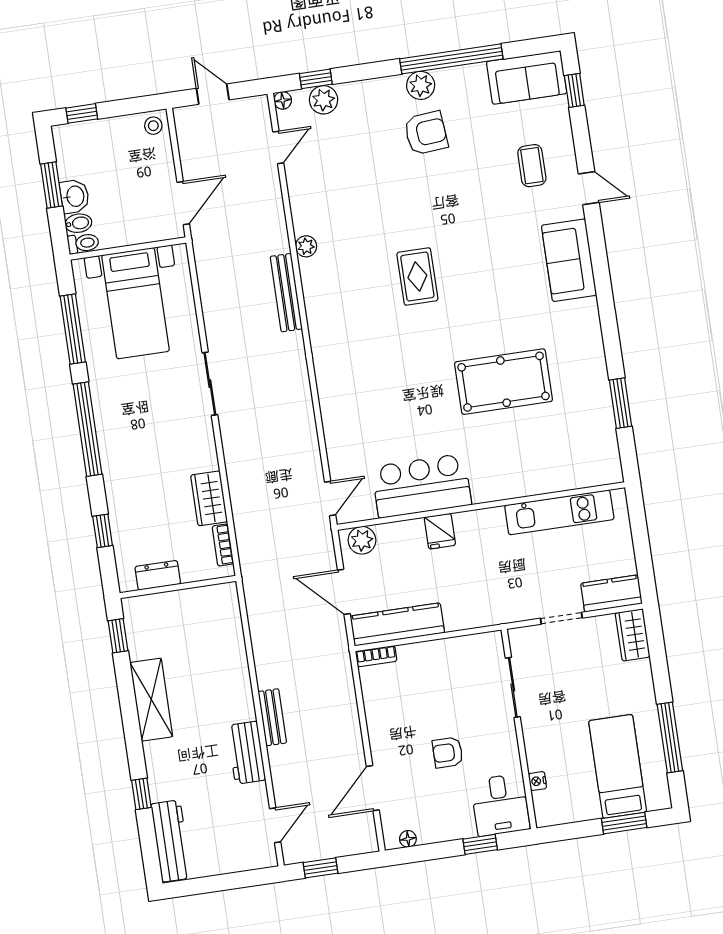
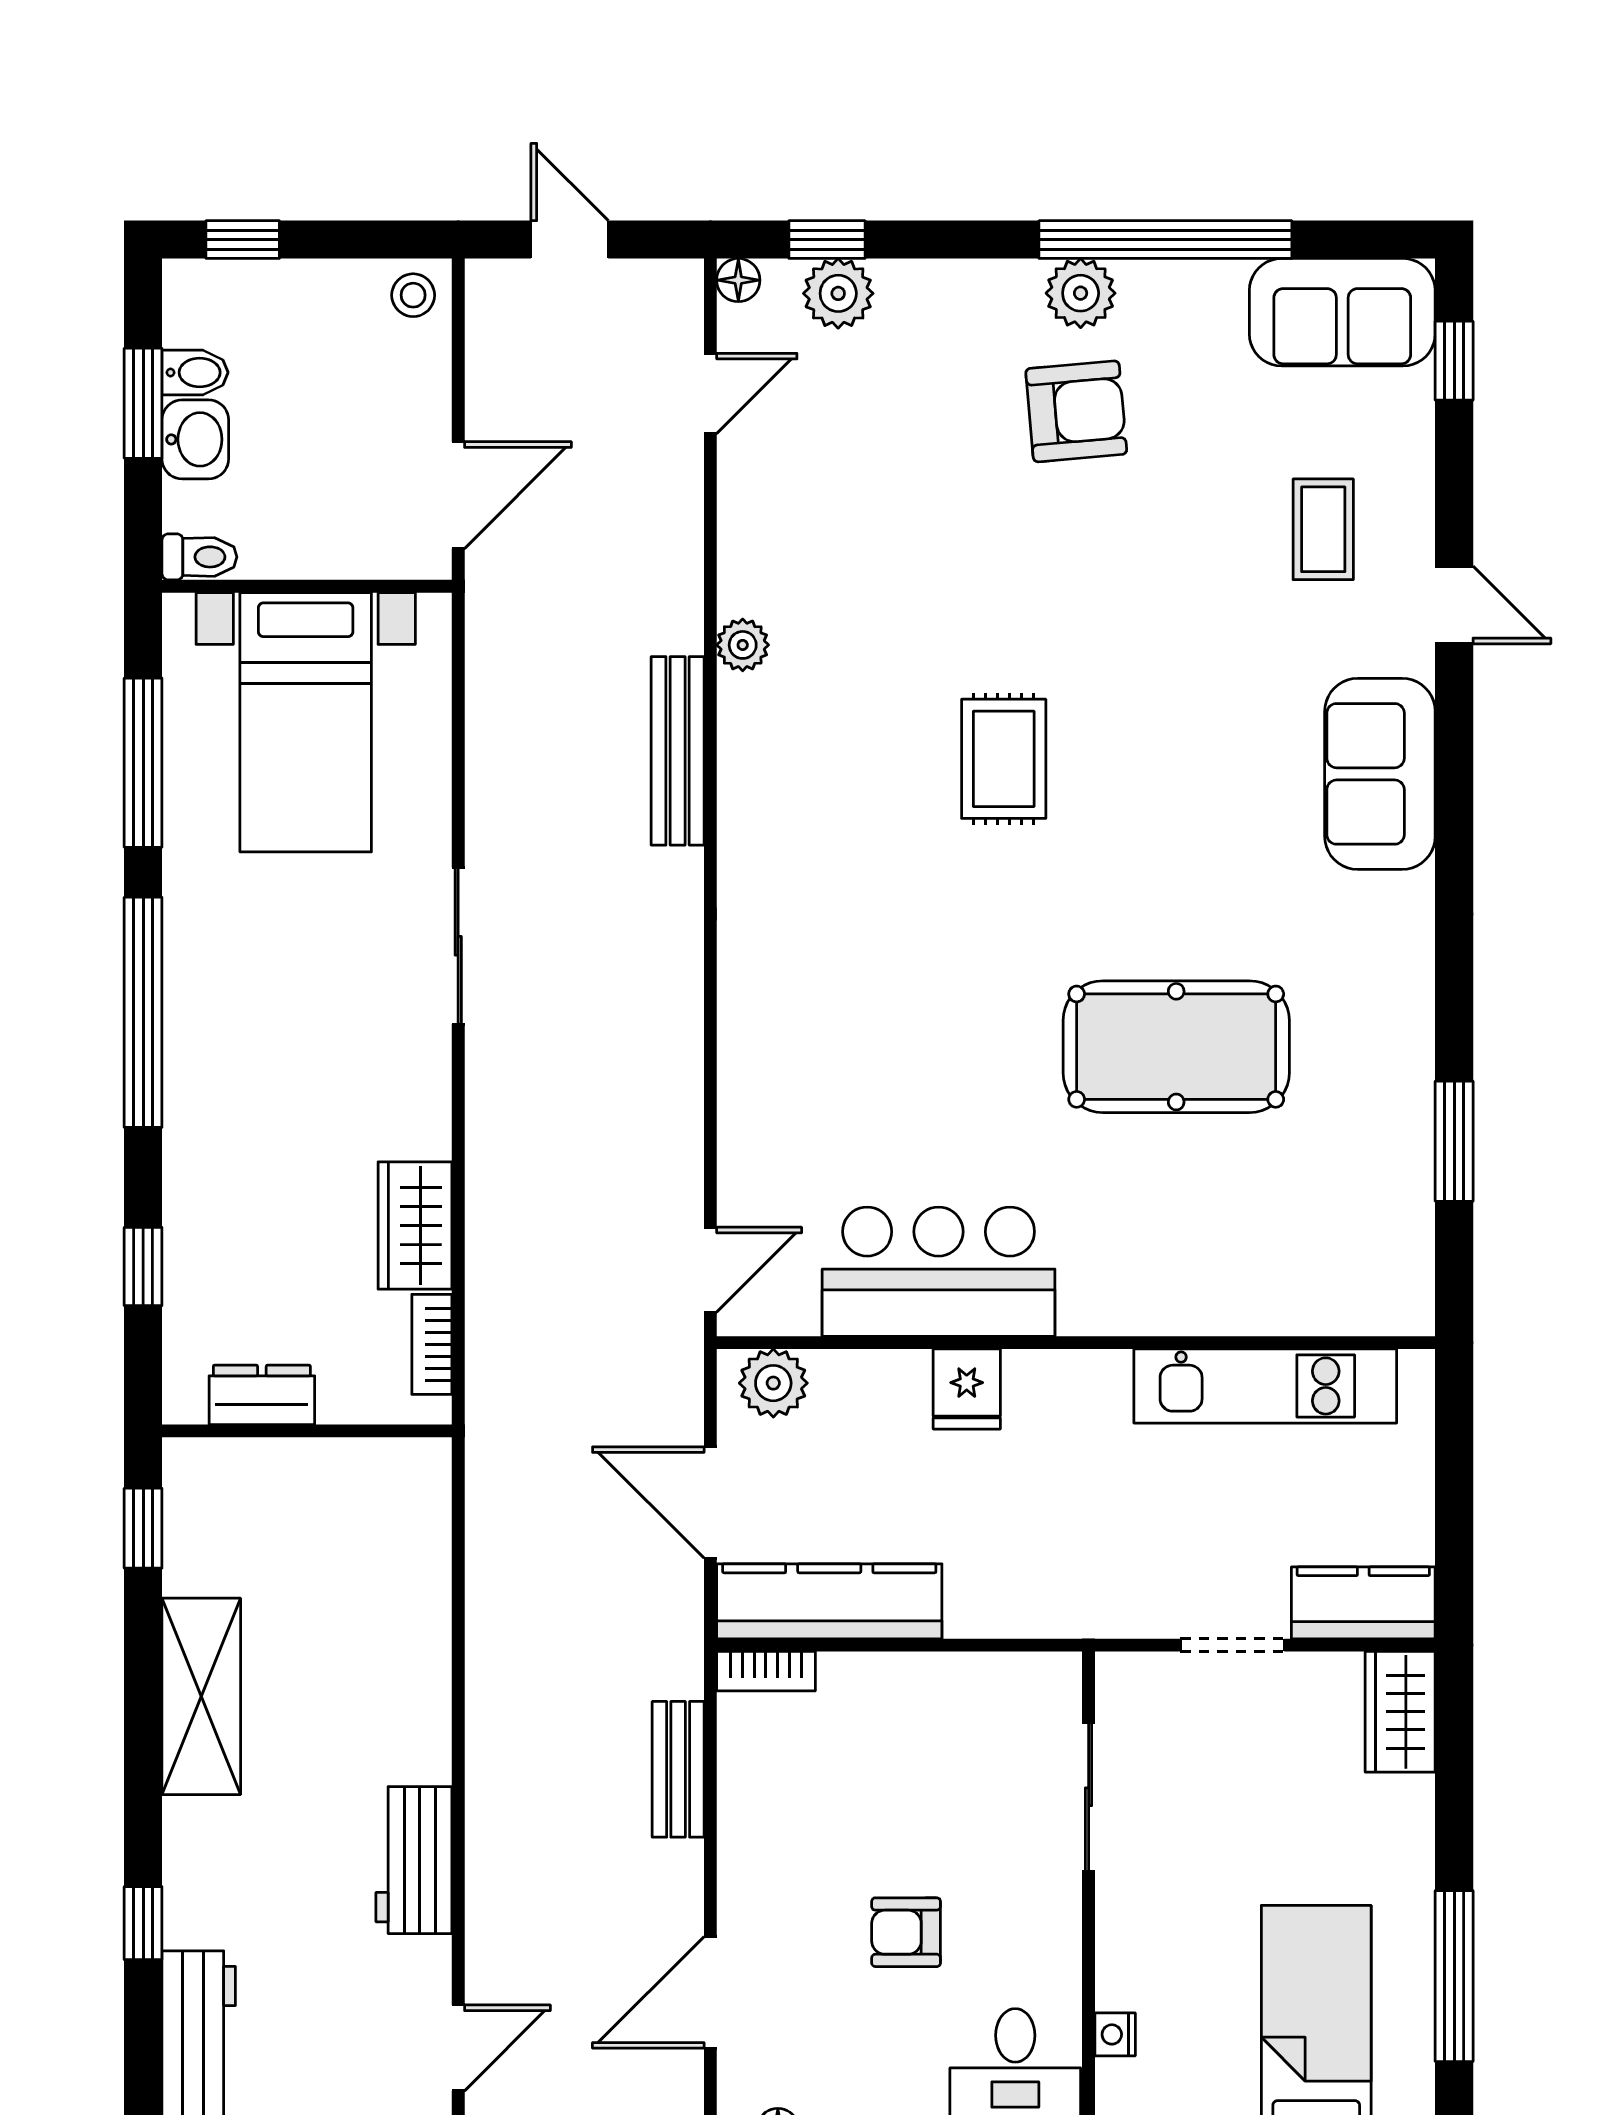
bidet: (78, 223) -> (195, 372), moved
bench: (272, 717) -> (678, 1769), moved

